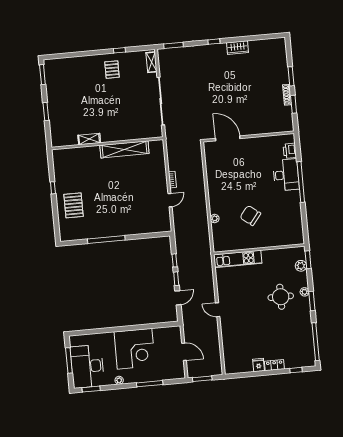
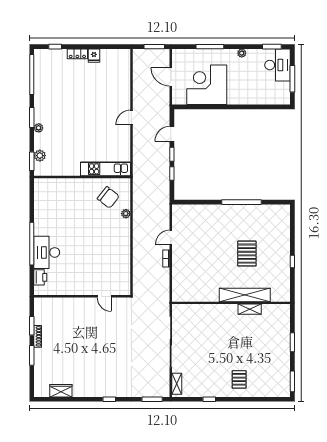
wardrobe: (237, 48) -> (61, 391), moved
pallet: (112, 70) -> (239, 379), moved
door: (228, 138) -> (104, 296), width x0.53
shelving: (124, 149) -> (245, 295), moved
pallet: (74, 205) -> (247, 254), moved
chair: (250, 215) -> (108, 197), moved
round table: (281, 297) -> (64, 125), removed
door: (218, 310) -> (131, 118), swing flipped
corner desk: (135, 349) -> (207, 85), moved
desk: (87, 366) -> (278, 65), width x0.73, depth x0.77

